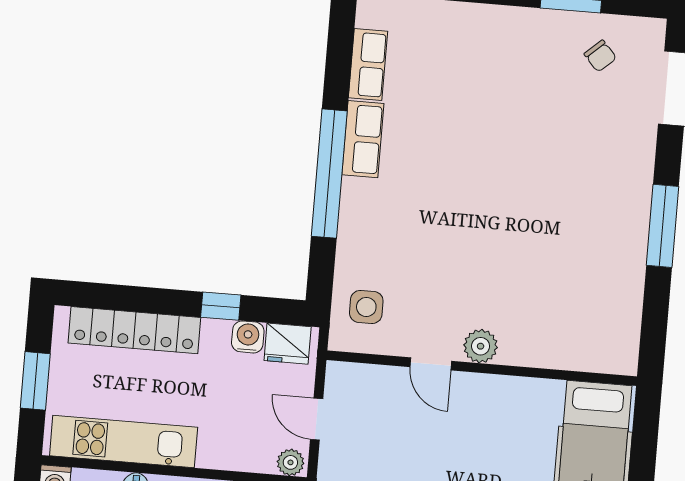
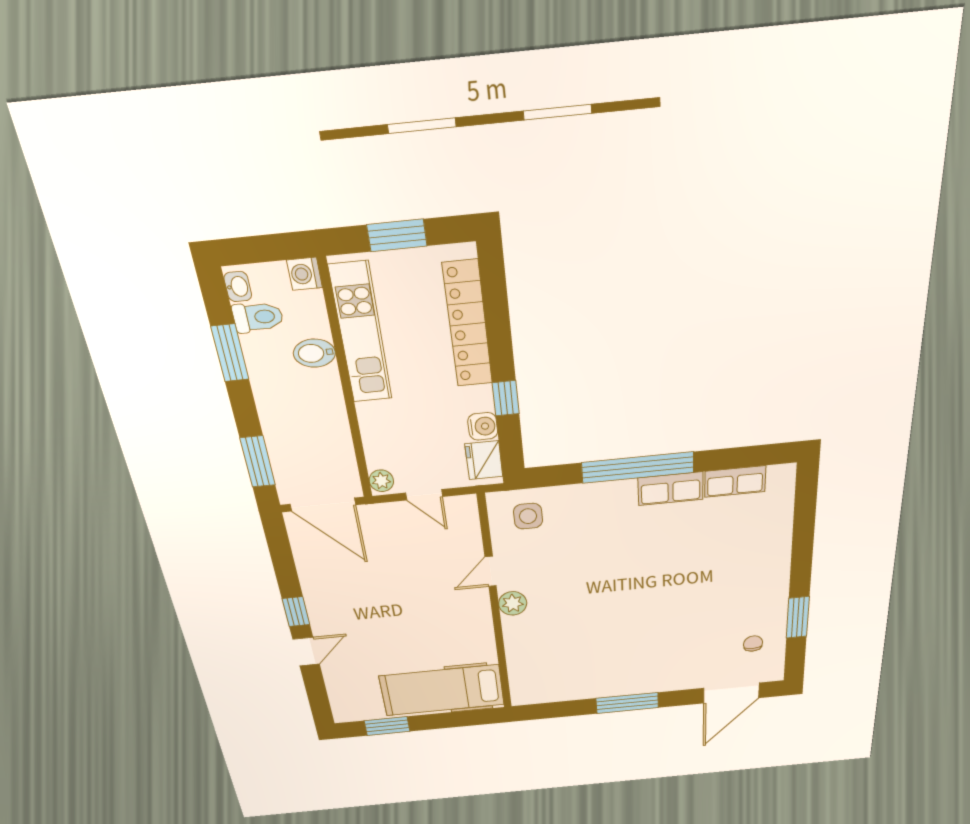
chair: (600, 56) -> (753, 644), turned 132
door: (317, 419) -> (424, 495), swing flipped

